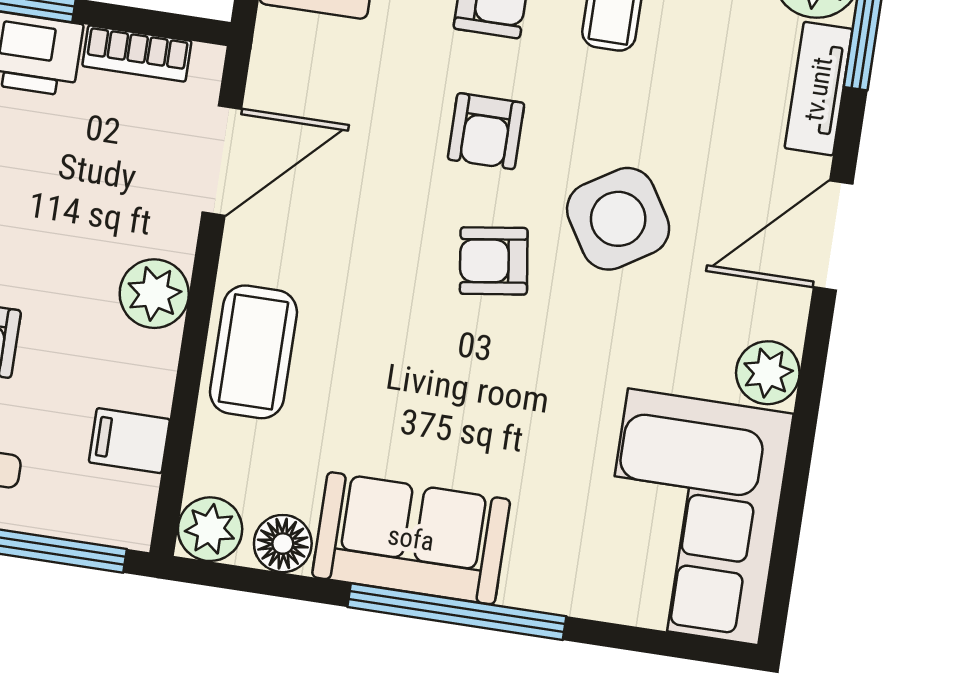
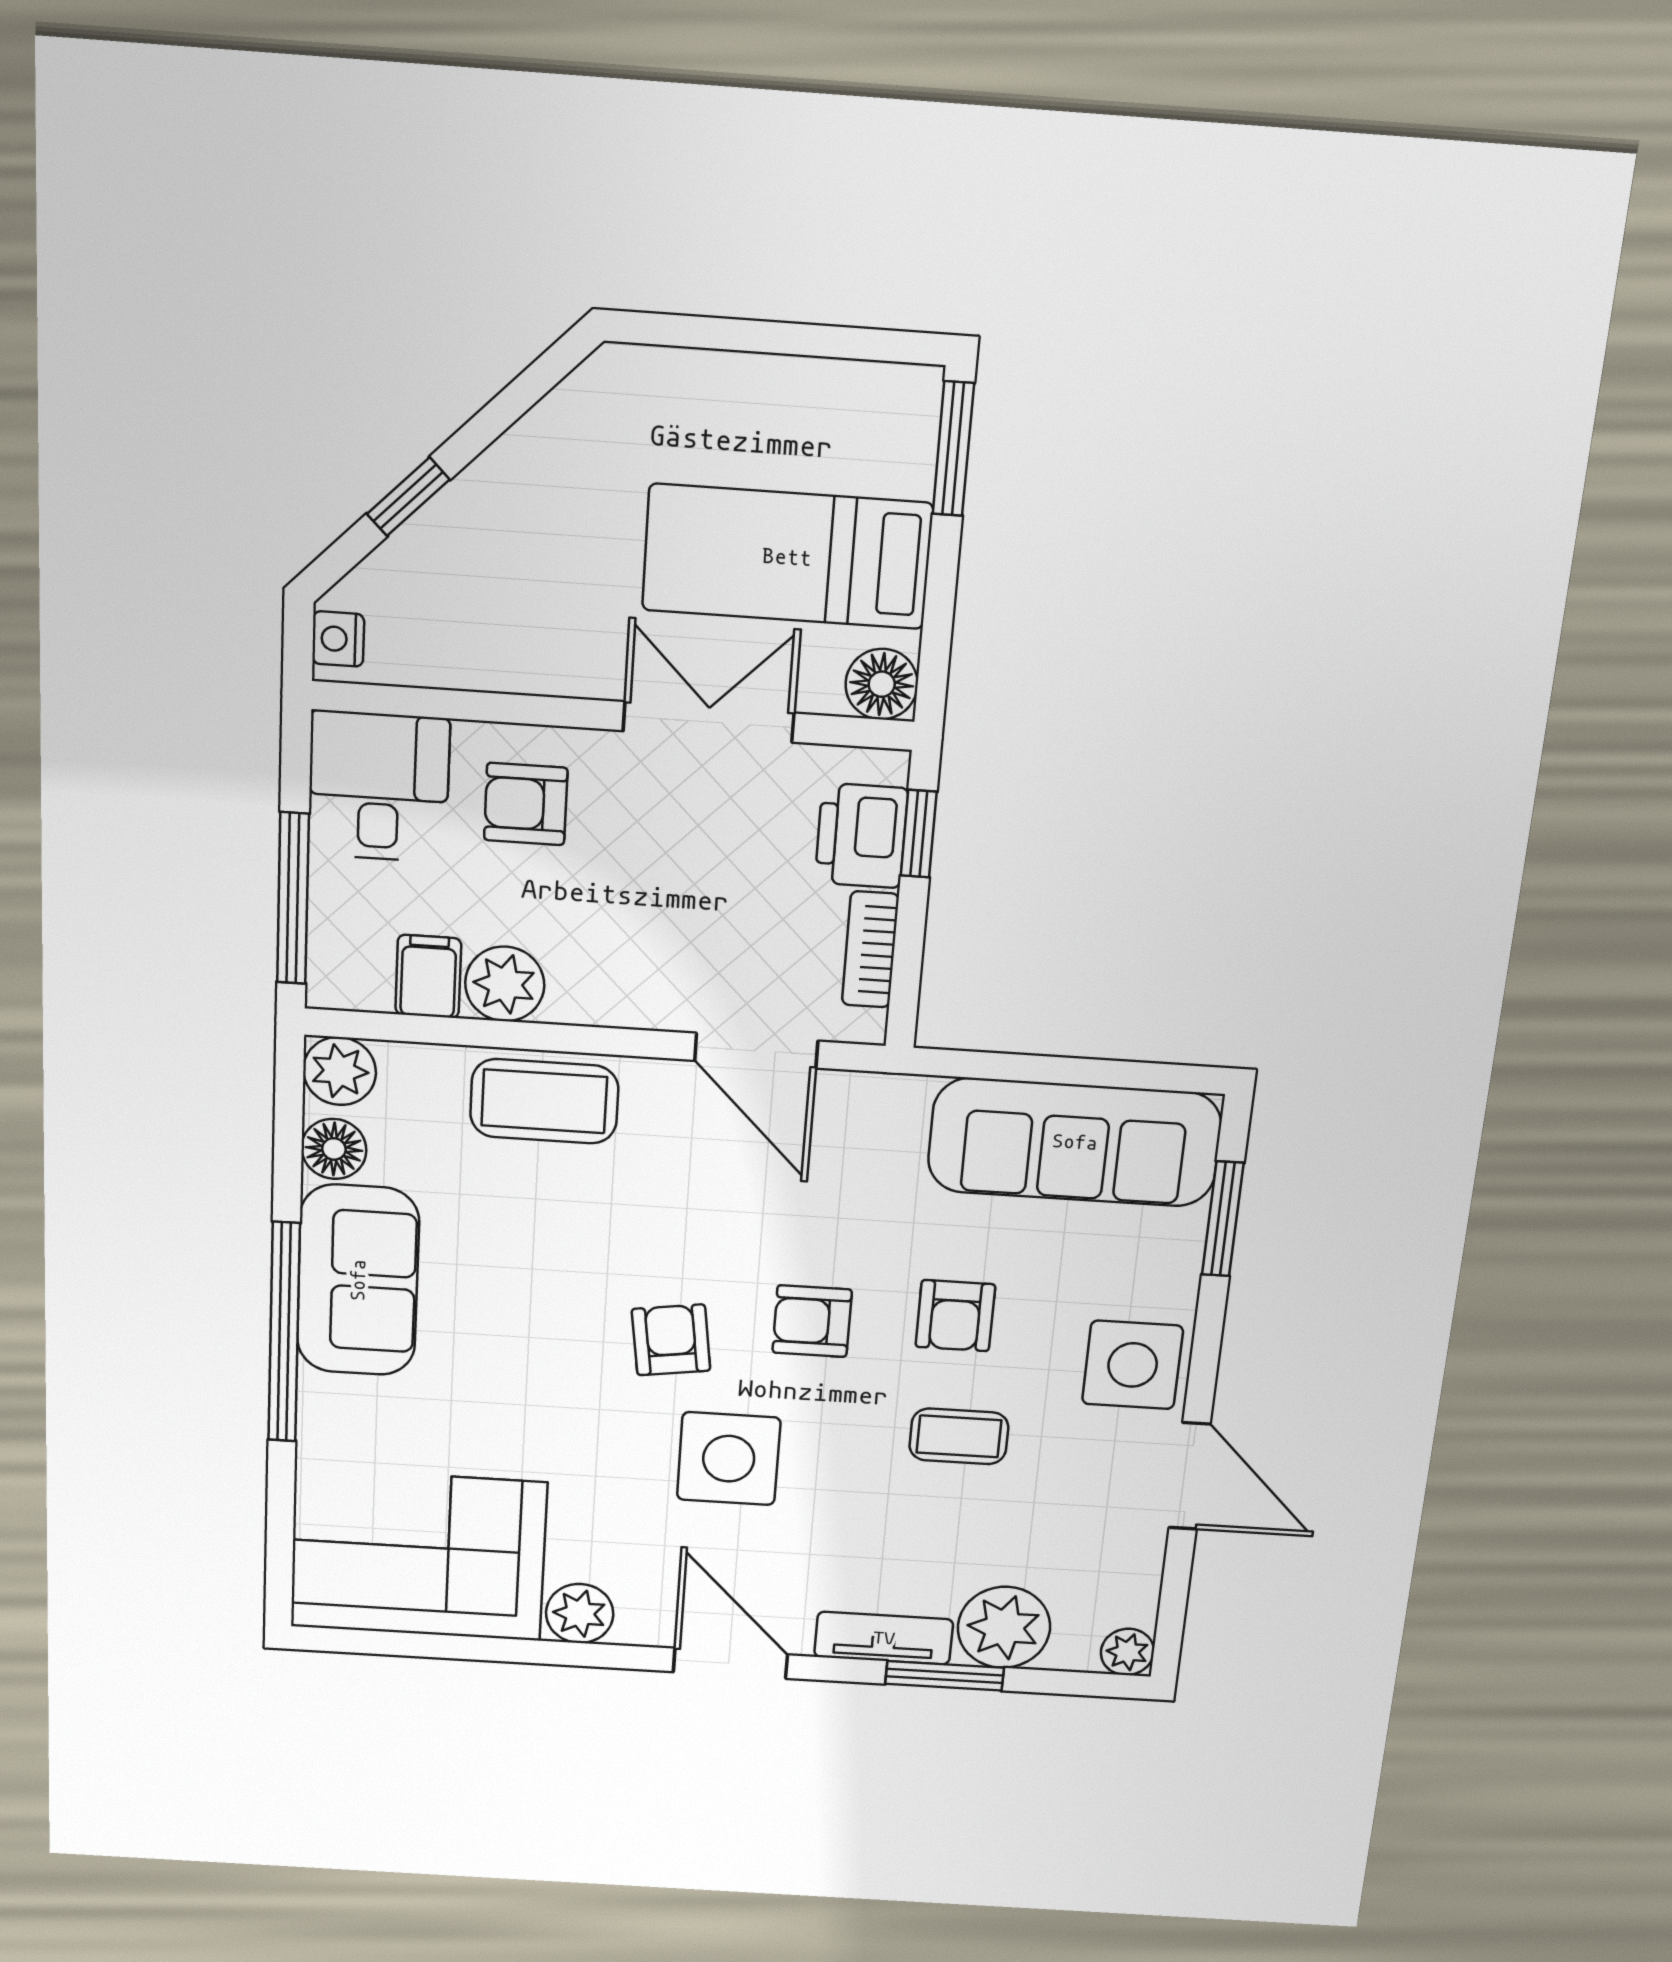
side table: (618, 219) -> (729, 1459), turned 32
plant: (154, 294) -> (505, 984), moved

